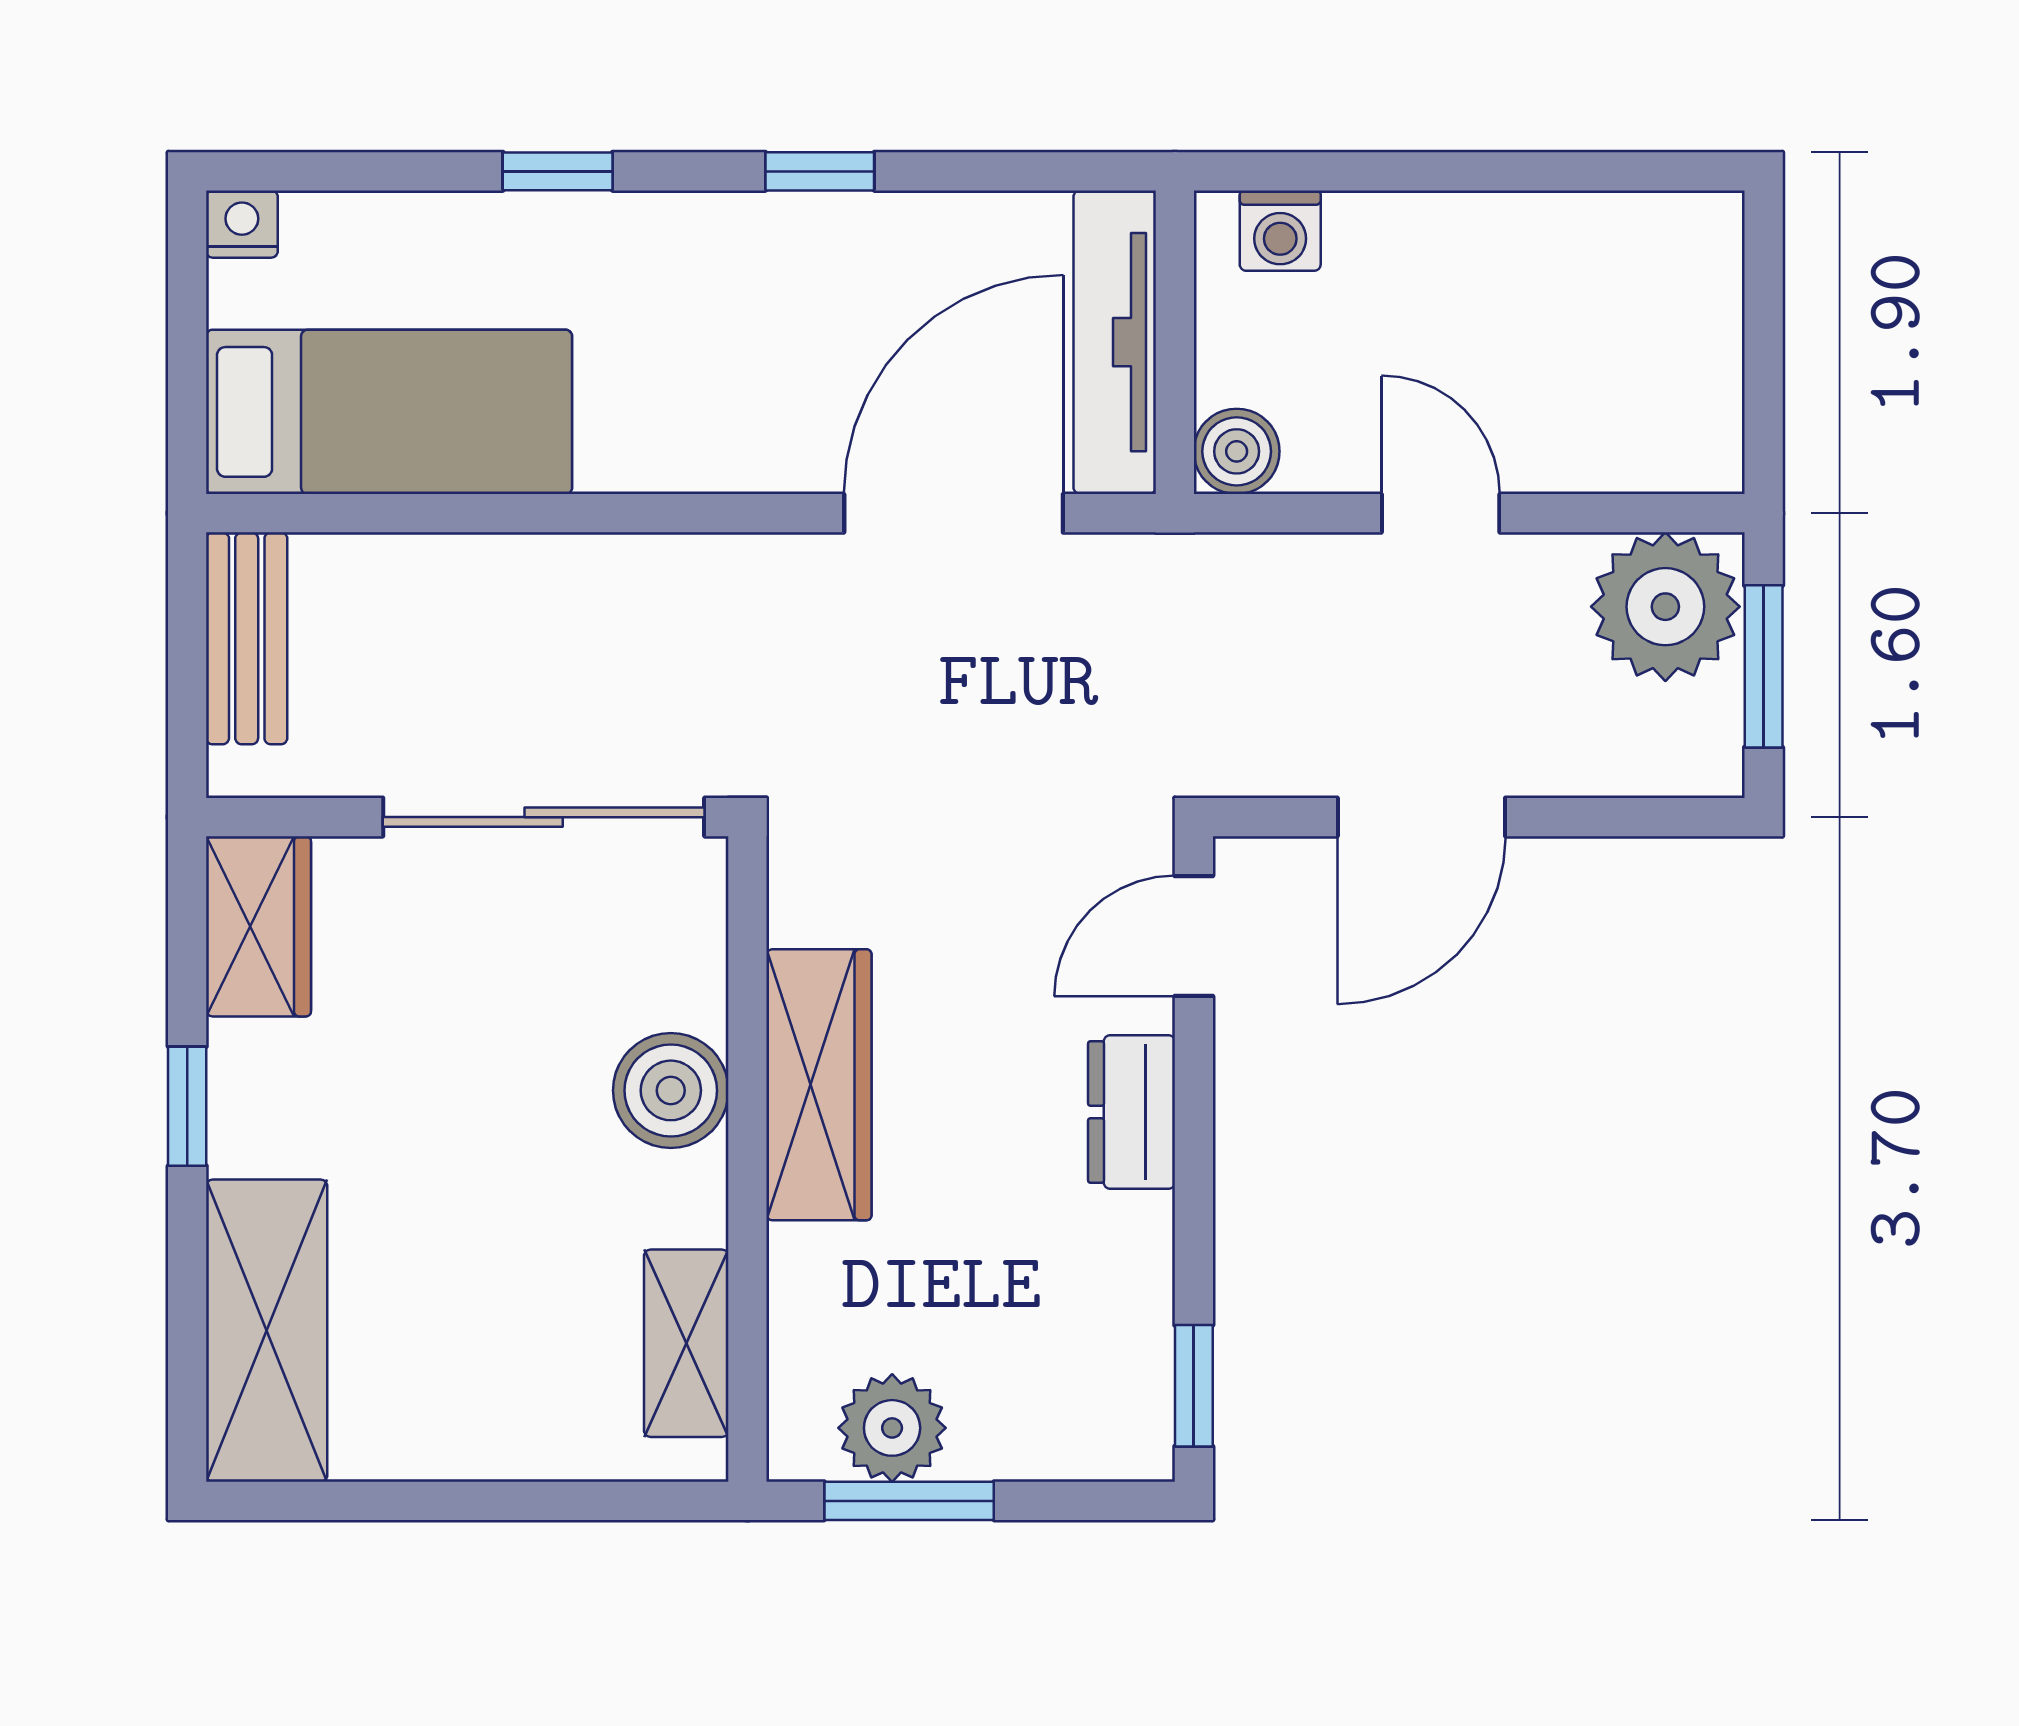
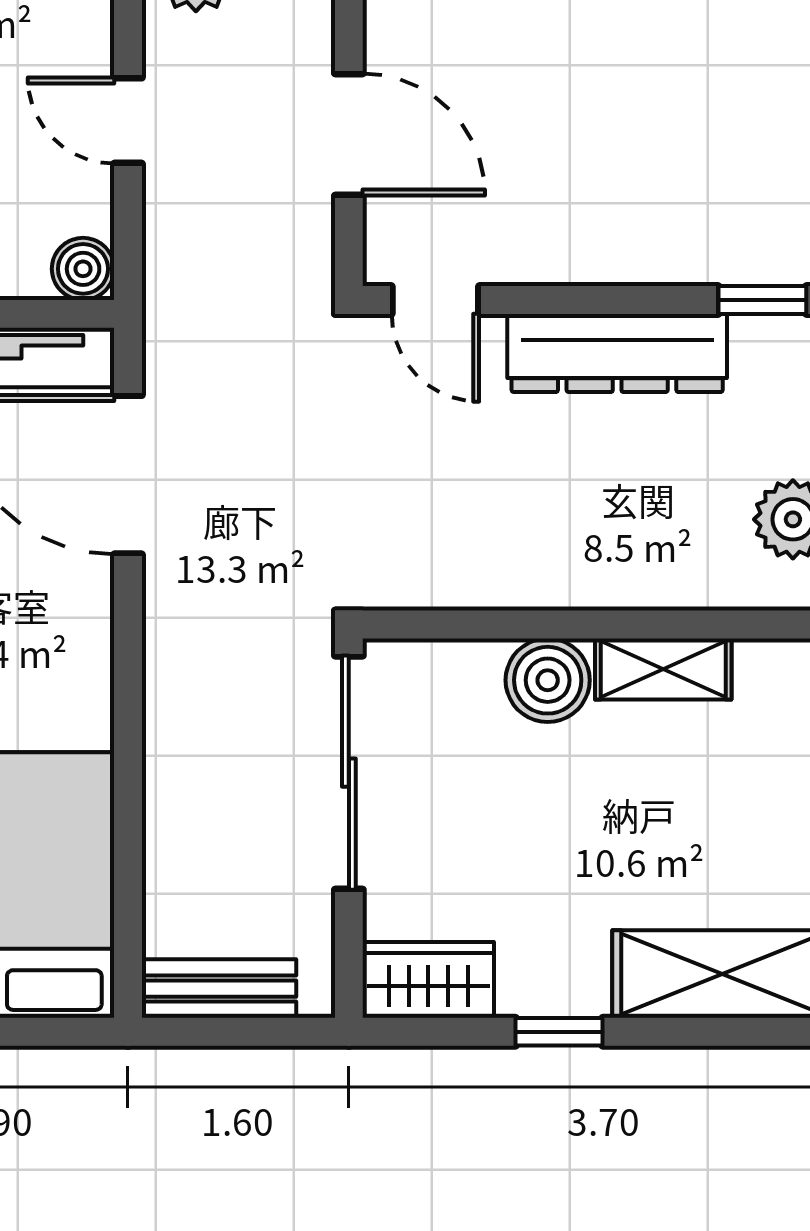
door: (1441, 513) -> (128, 121), hinge flipped
wardrobe: (819, 1085) -> (543, 573), removed
dresser: (1132, 1112) -> (617, 353), width x1.96, depth x1.24
shelving: (686, 1343) -> (663, 669), moved

